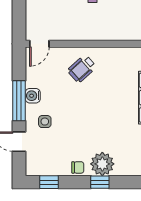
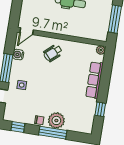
water cooler: (33, 96) -> (18, 55), moved
window: (100, 182) -> (53, 133), width x2.17

